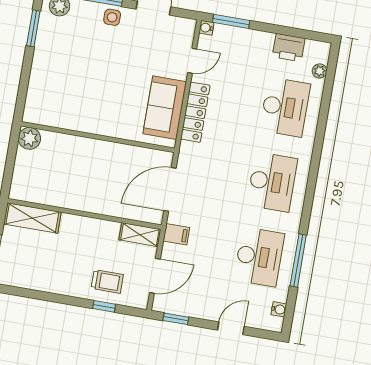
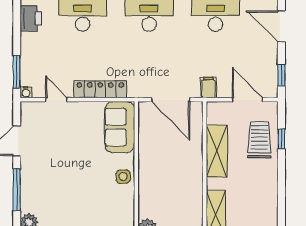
side table: (112, 17) -> (123, 177), moved
sofa: (165, 108) -> (120, 127), moved, turned 90
shelving: (140, 235) -> (217, 151), moved, width x1.50, depth x1.33
trolley: (107, 281) -> (259, 140), width x1.36, depth x1.39
door: (231, 328) -> (281, 26), width x1.38

